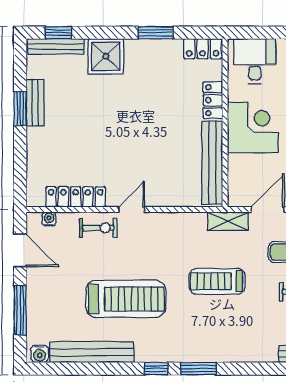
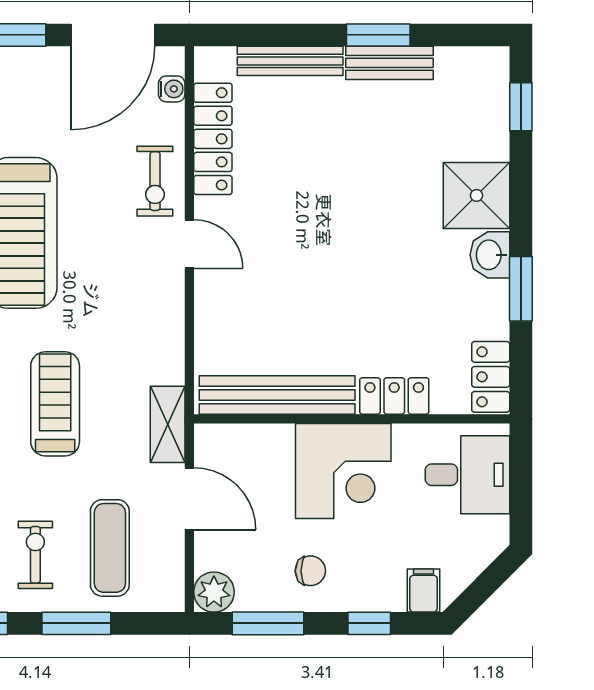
bench: (56, 46) -> (290, 61), moved, turned 90
washbasin: (137, 49) -> (490, 255), added
door: (20, 250) -> (113, 35), width x1.36

